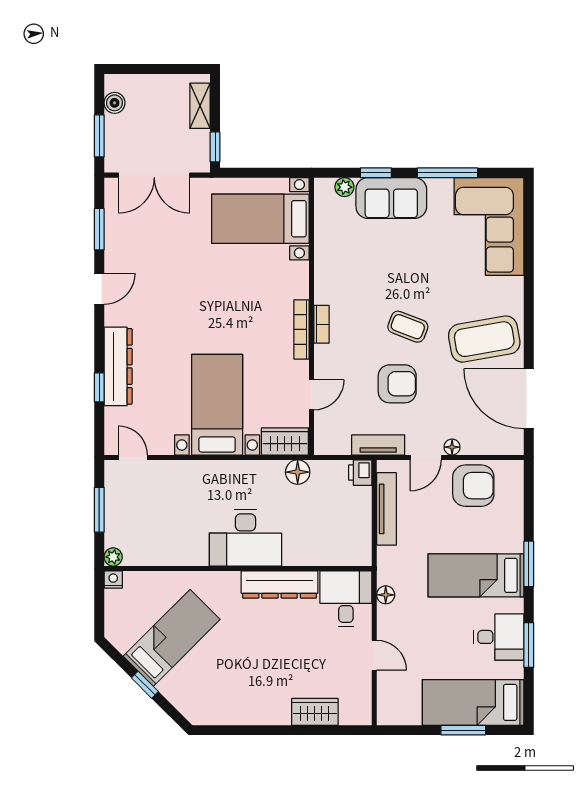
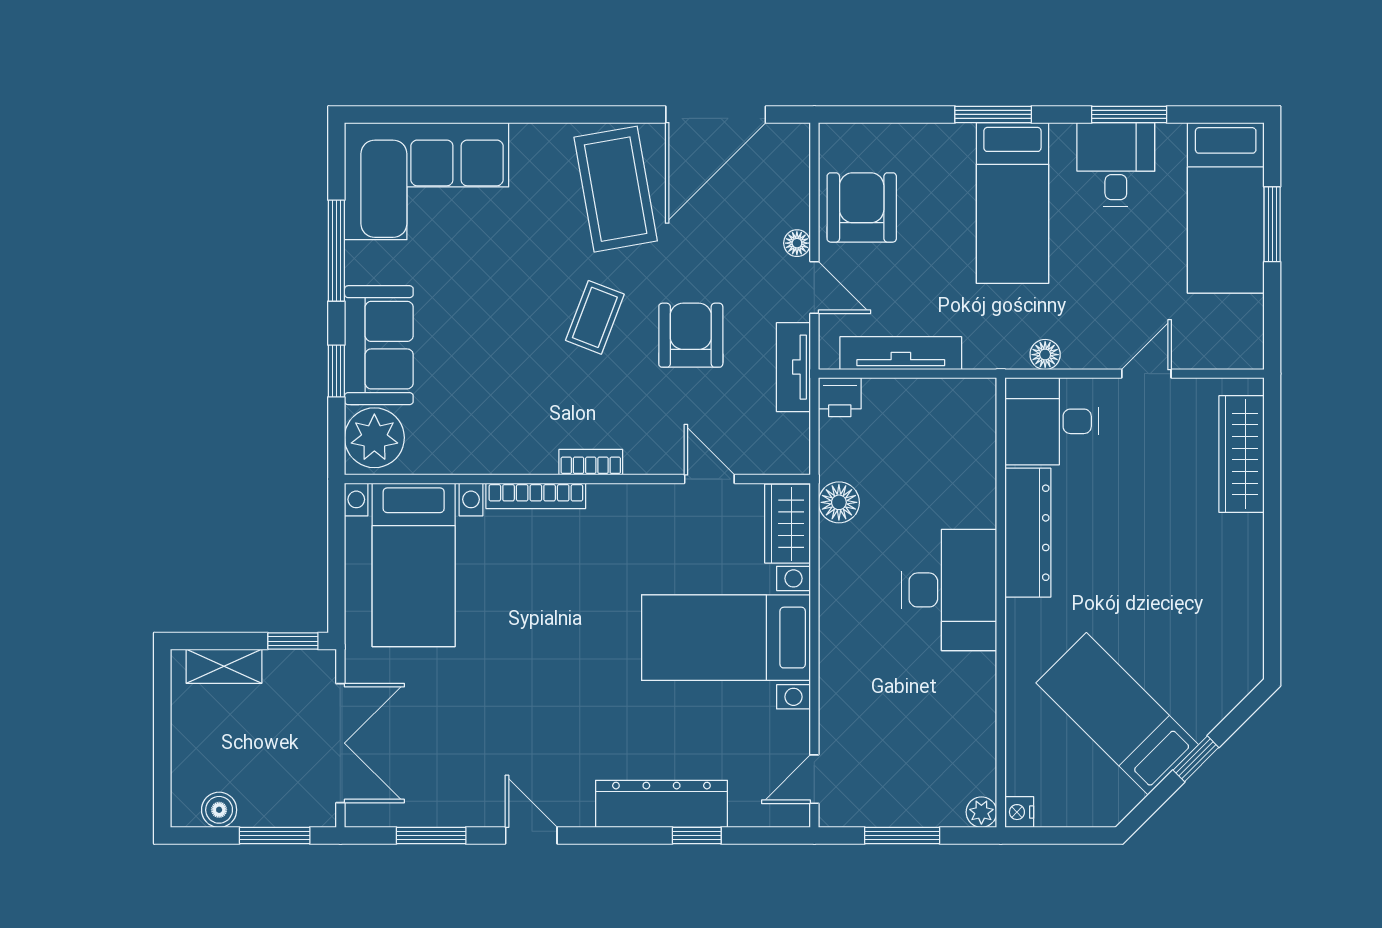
plant: (344, 187) -> (374, 438), width x1.87, depth x1.87
bookcase: (302, 329) -> (536, 496), moved
wardrobe: (315, 712) -> (1241, 454), width x1.50

